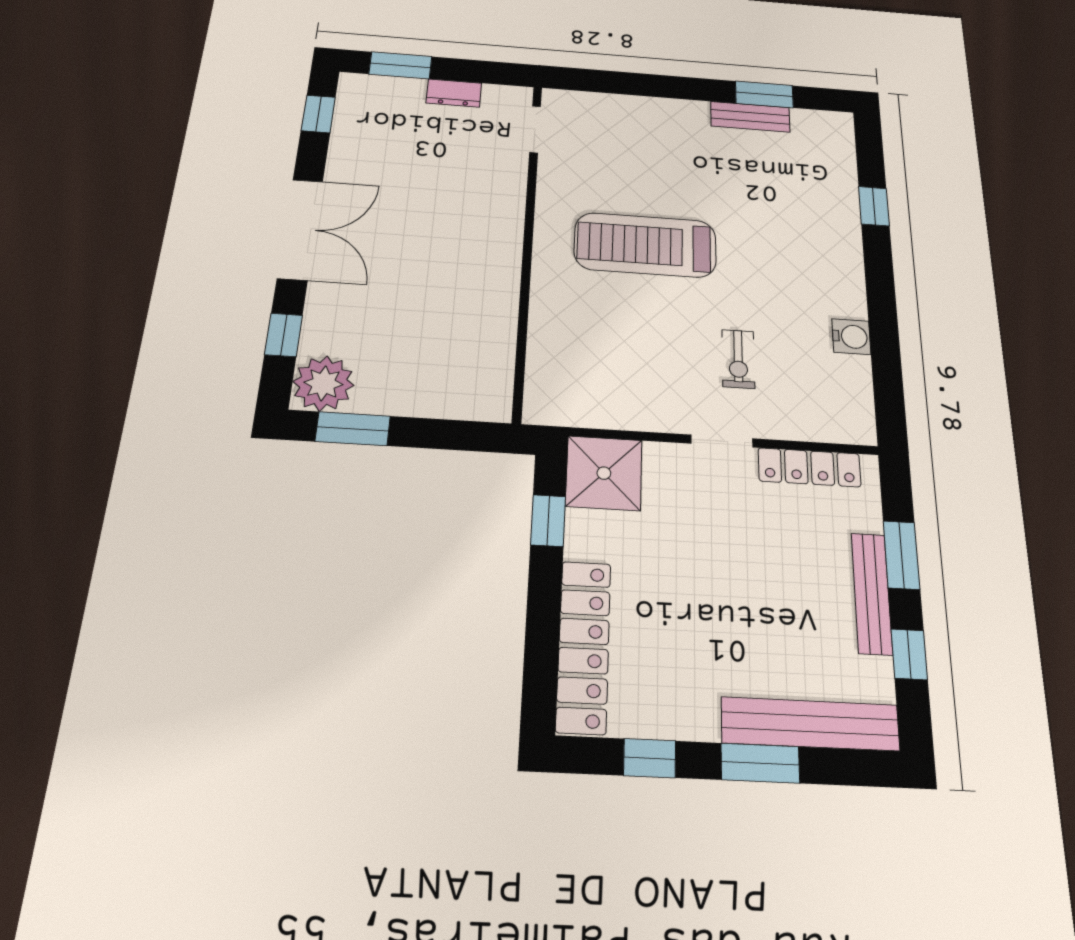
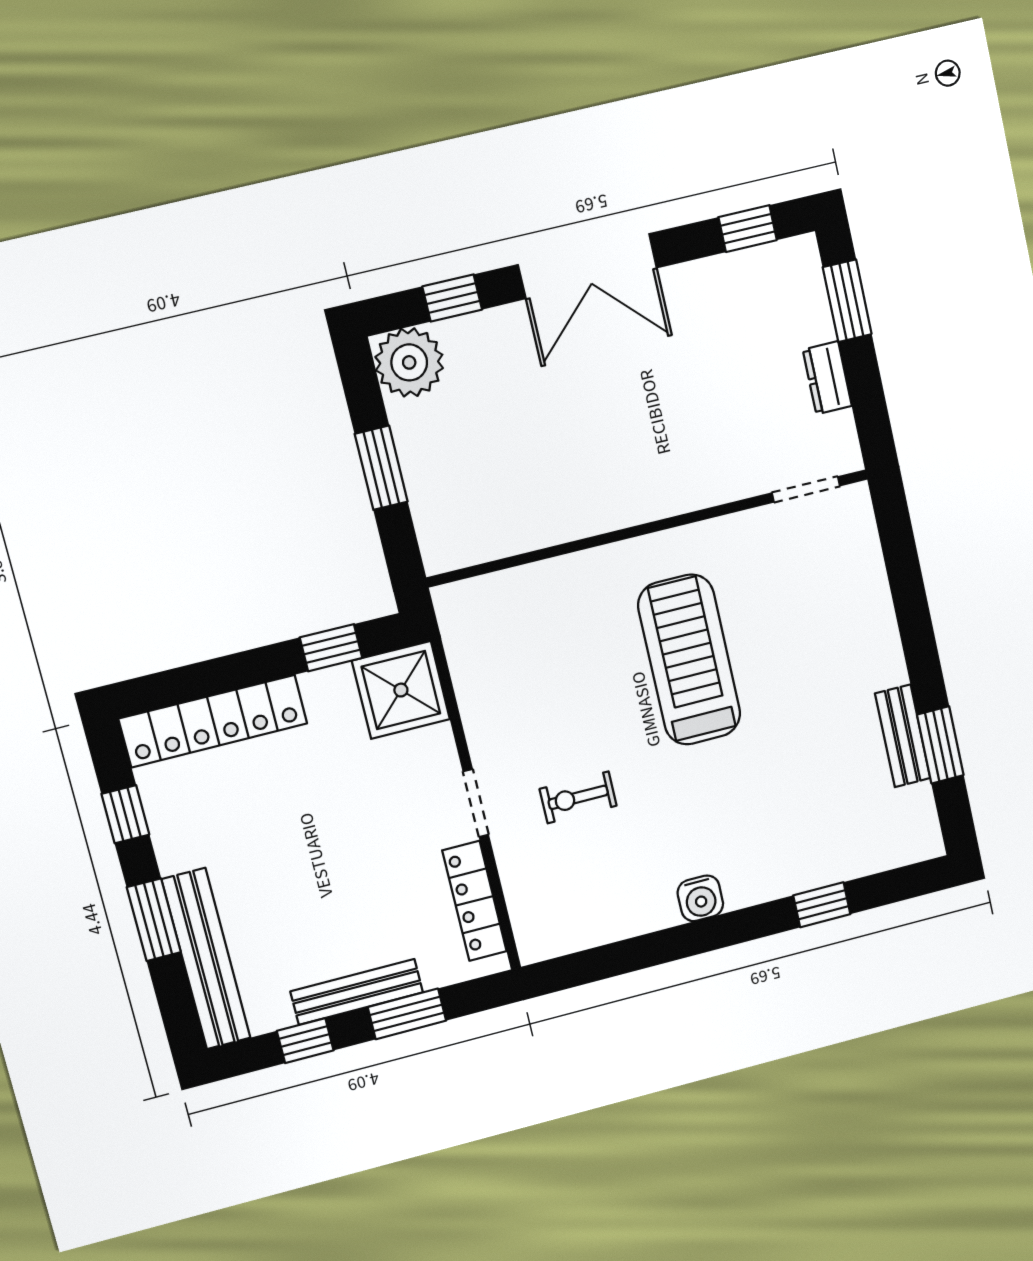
water cooler: (851, 337) -> (700, 898), moved
window: (353, 429) -> (381, 468), moved

